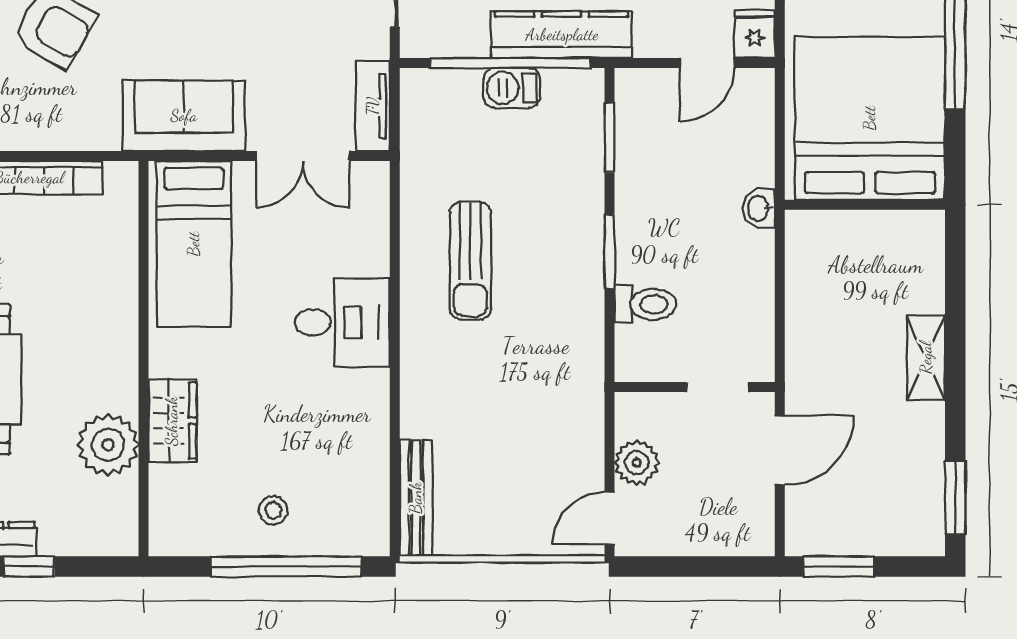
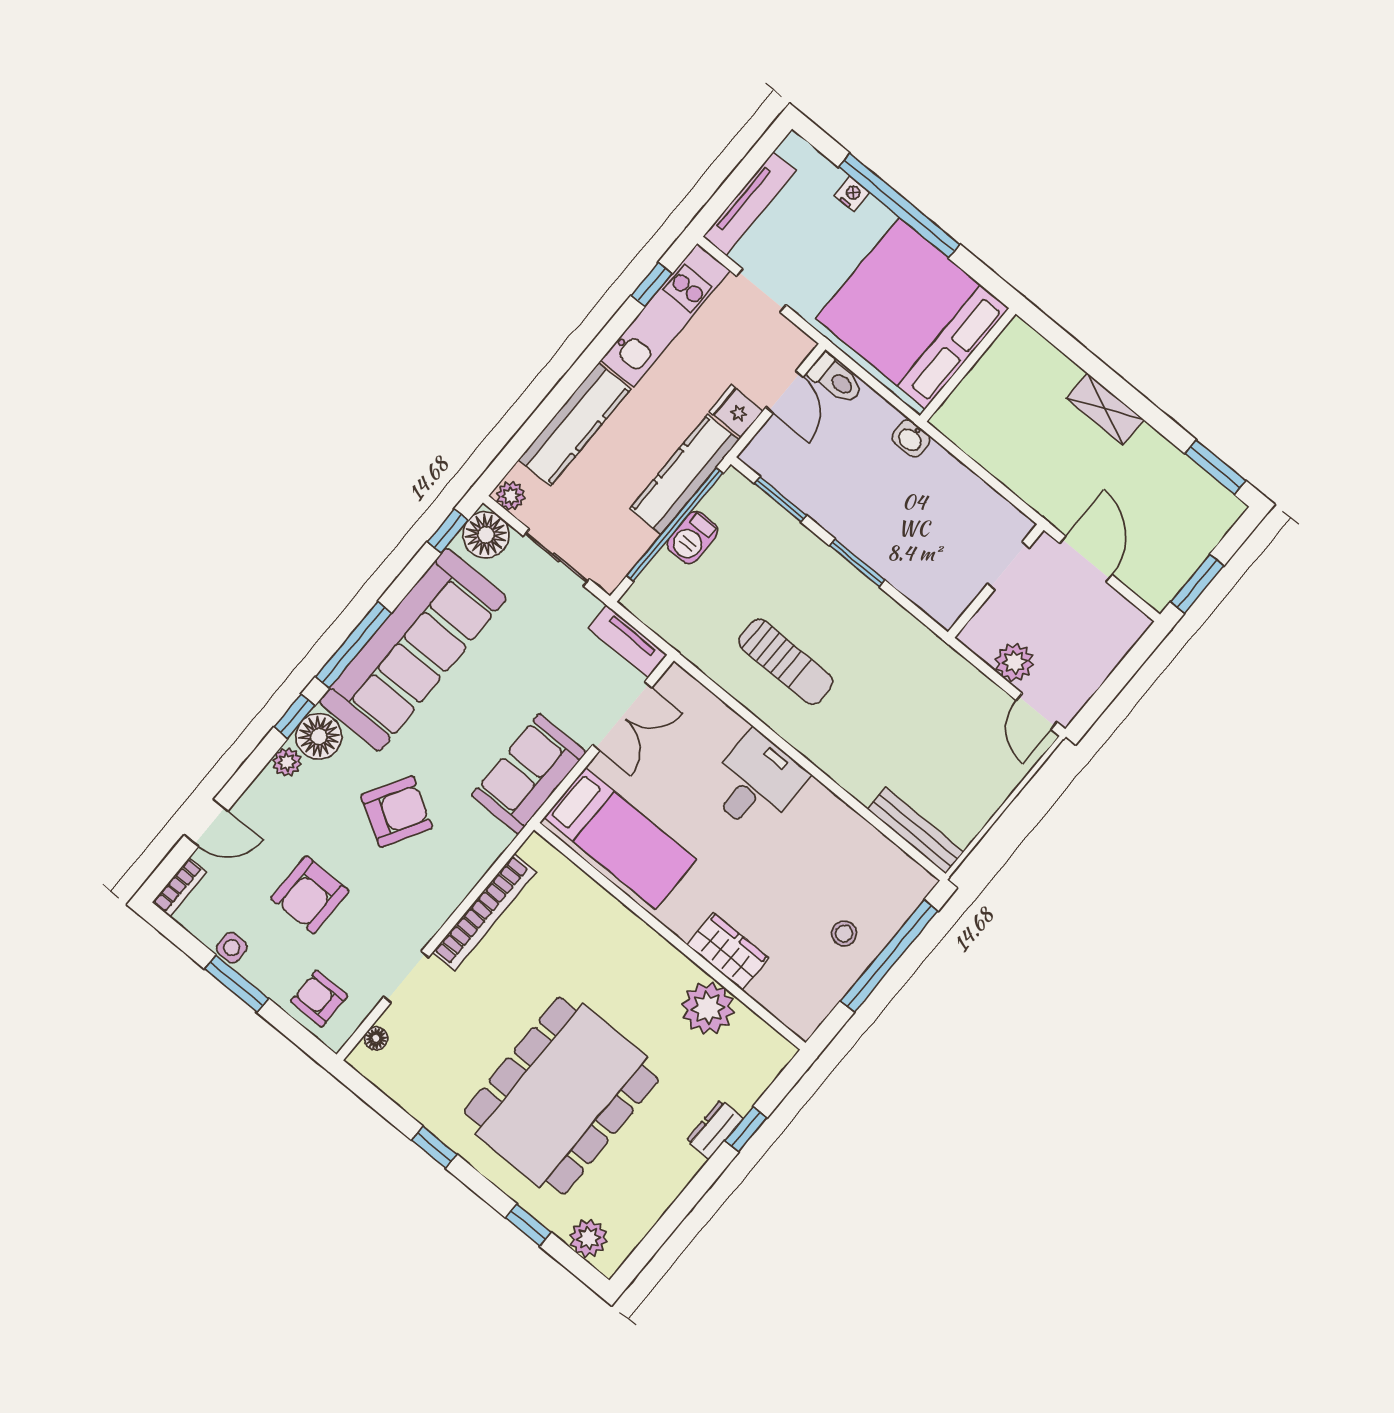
fridge: (755, 34) -> (736, 411), moved
toilet: (645, 304) -> (836, 379), moved, turned 90

